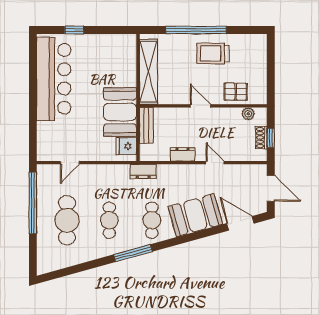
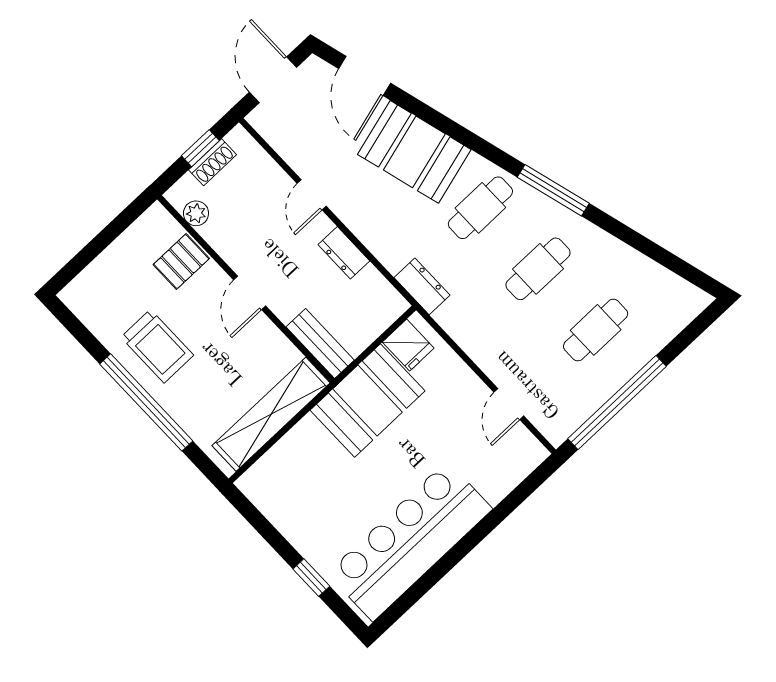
pallet: (236, 92) -> (181, 262), turned 90
bench: (146, 125) -> (320, 343), moved, turned 90
door: (70, 163) -> (509, 404), swing flipped
cafe table: (67, 220) -> (596, 330), width x0.73, depth x0.74

